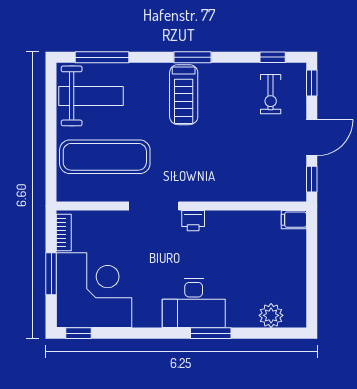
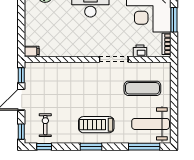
treadmill: (184, 95) -> (96, 125), turned -90
exercise mat: (105, 157) -> (142, 88), width x0.73, depth x0.69
printer: (193, 221) -> (140, 51), moved

